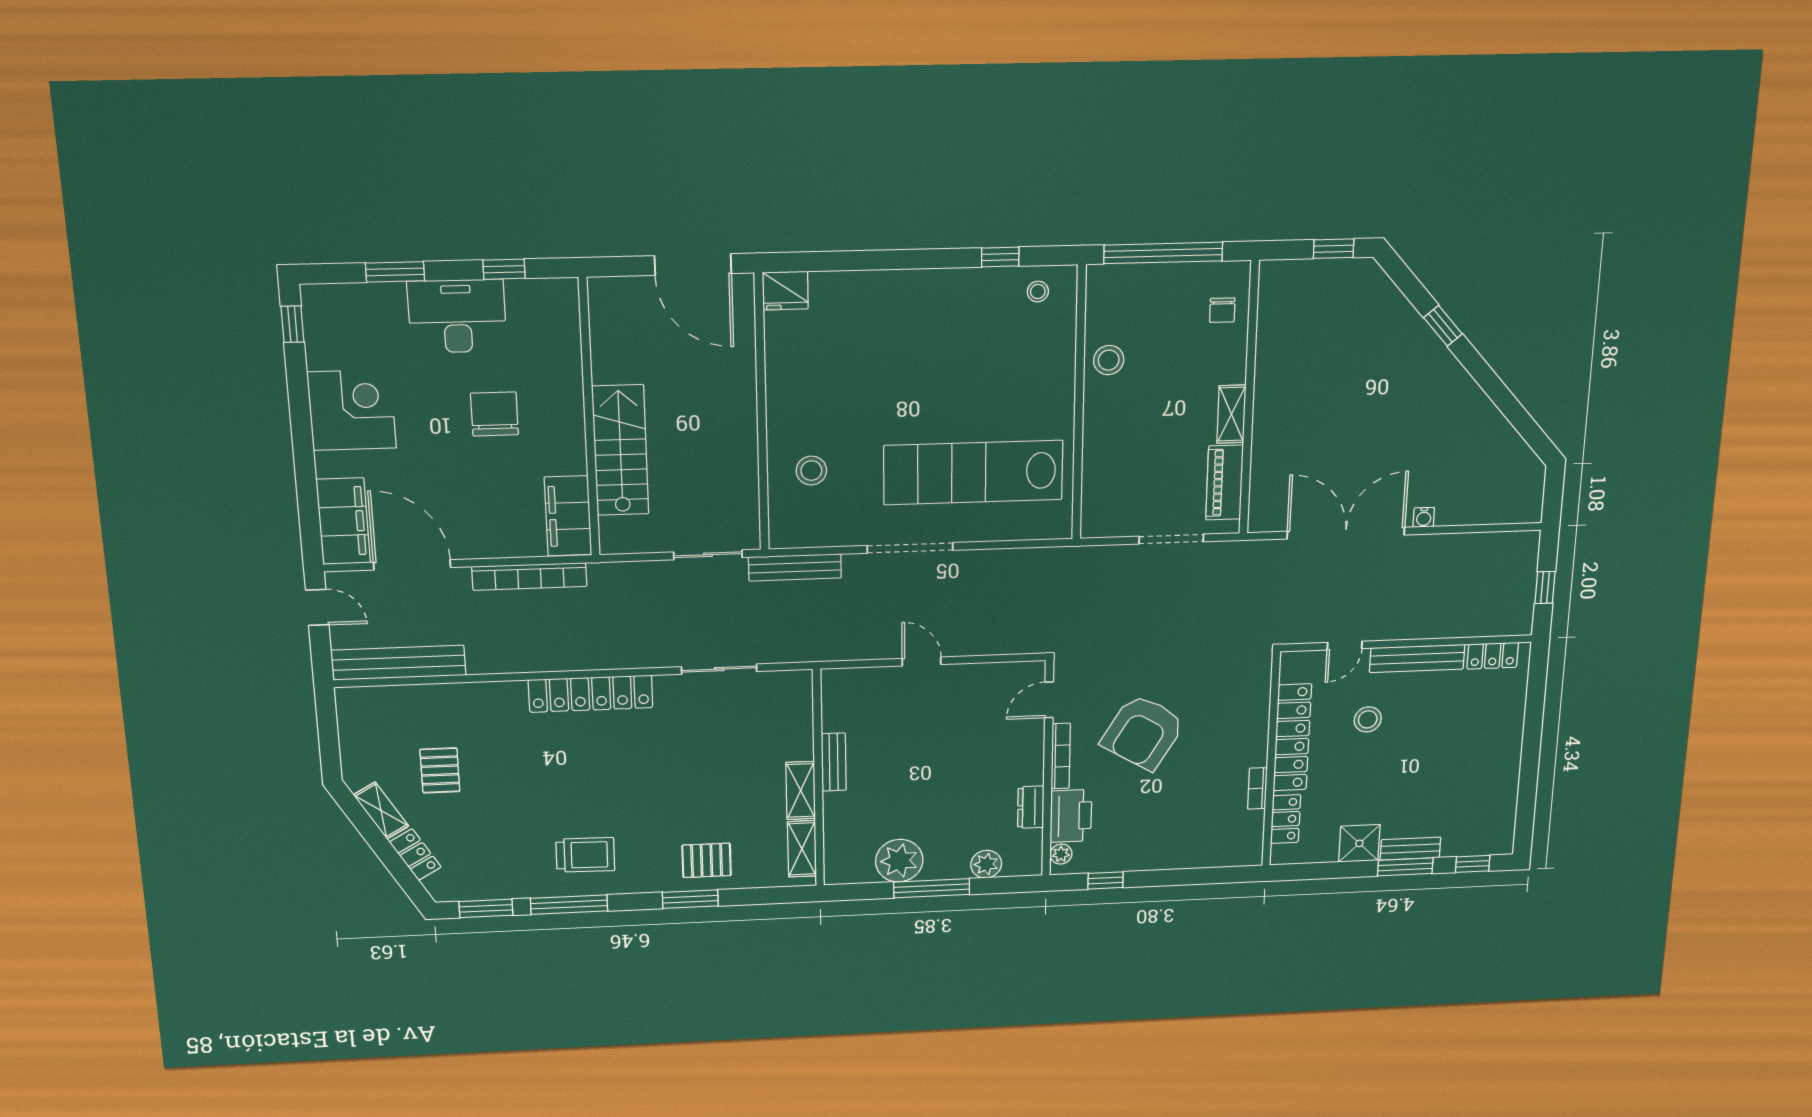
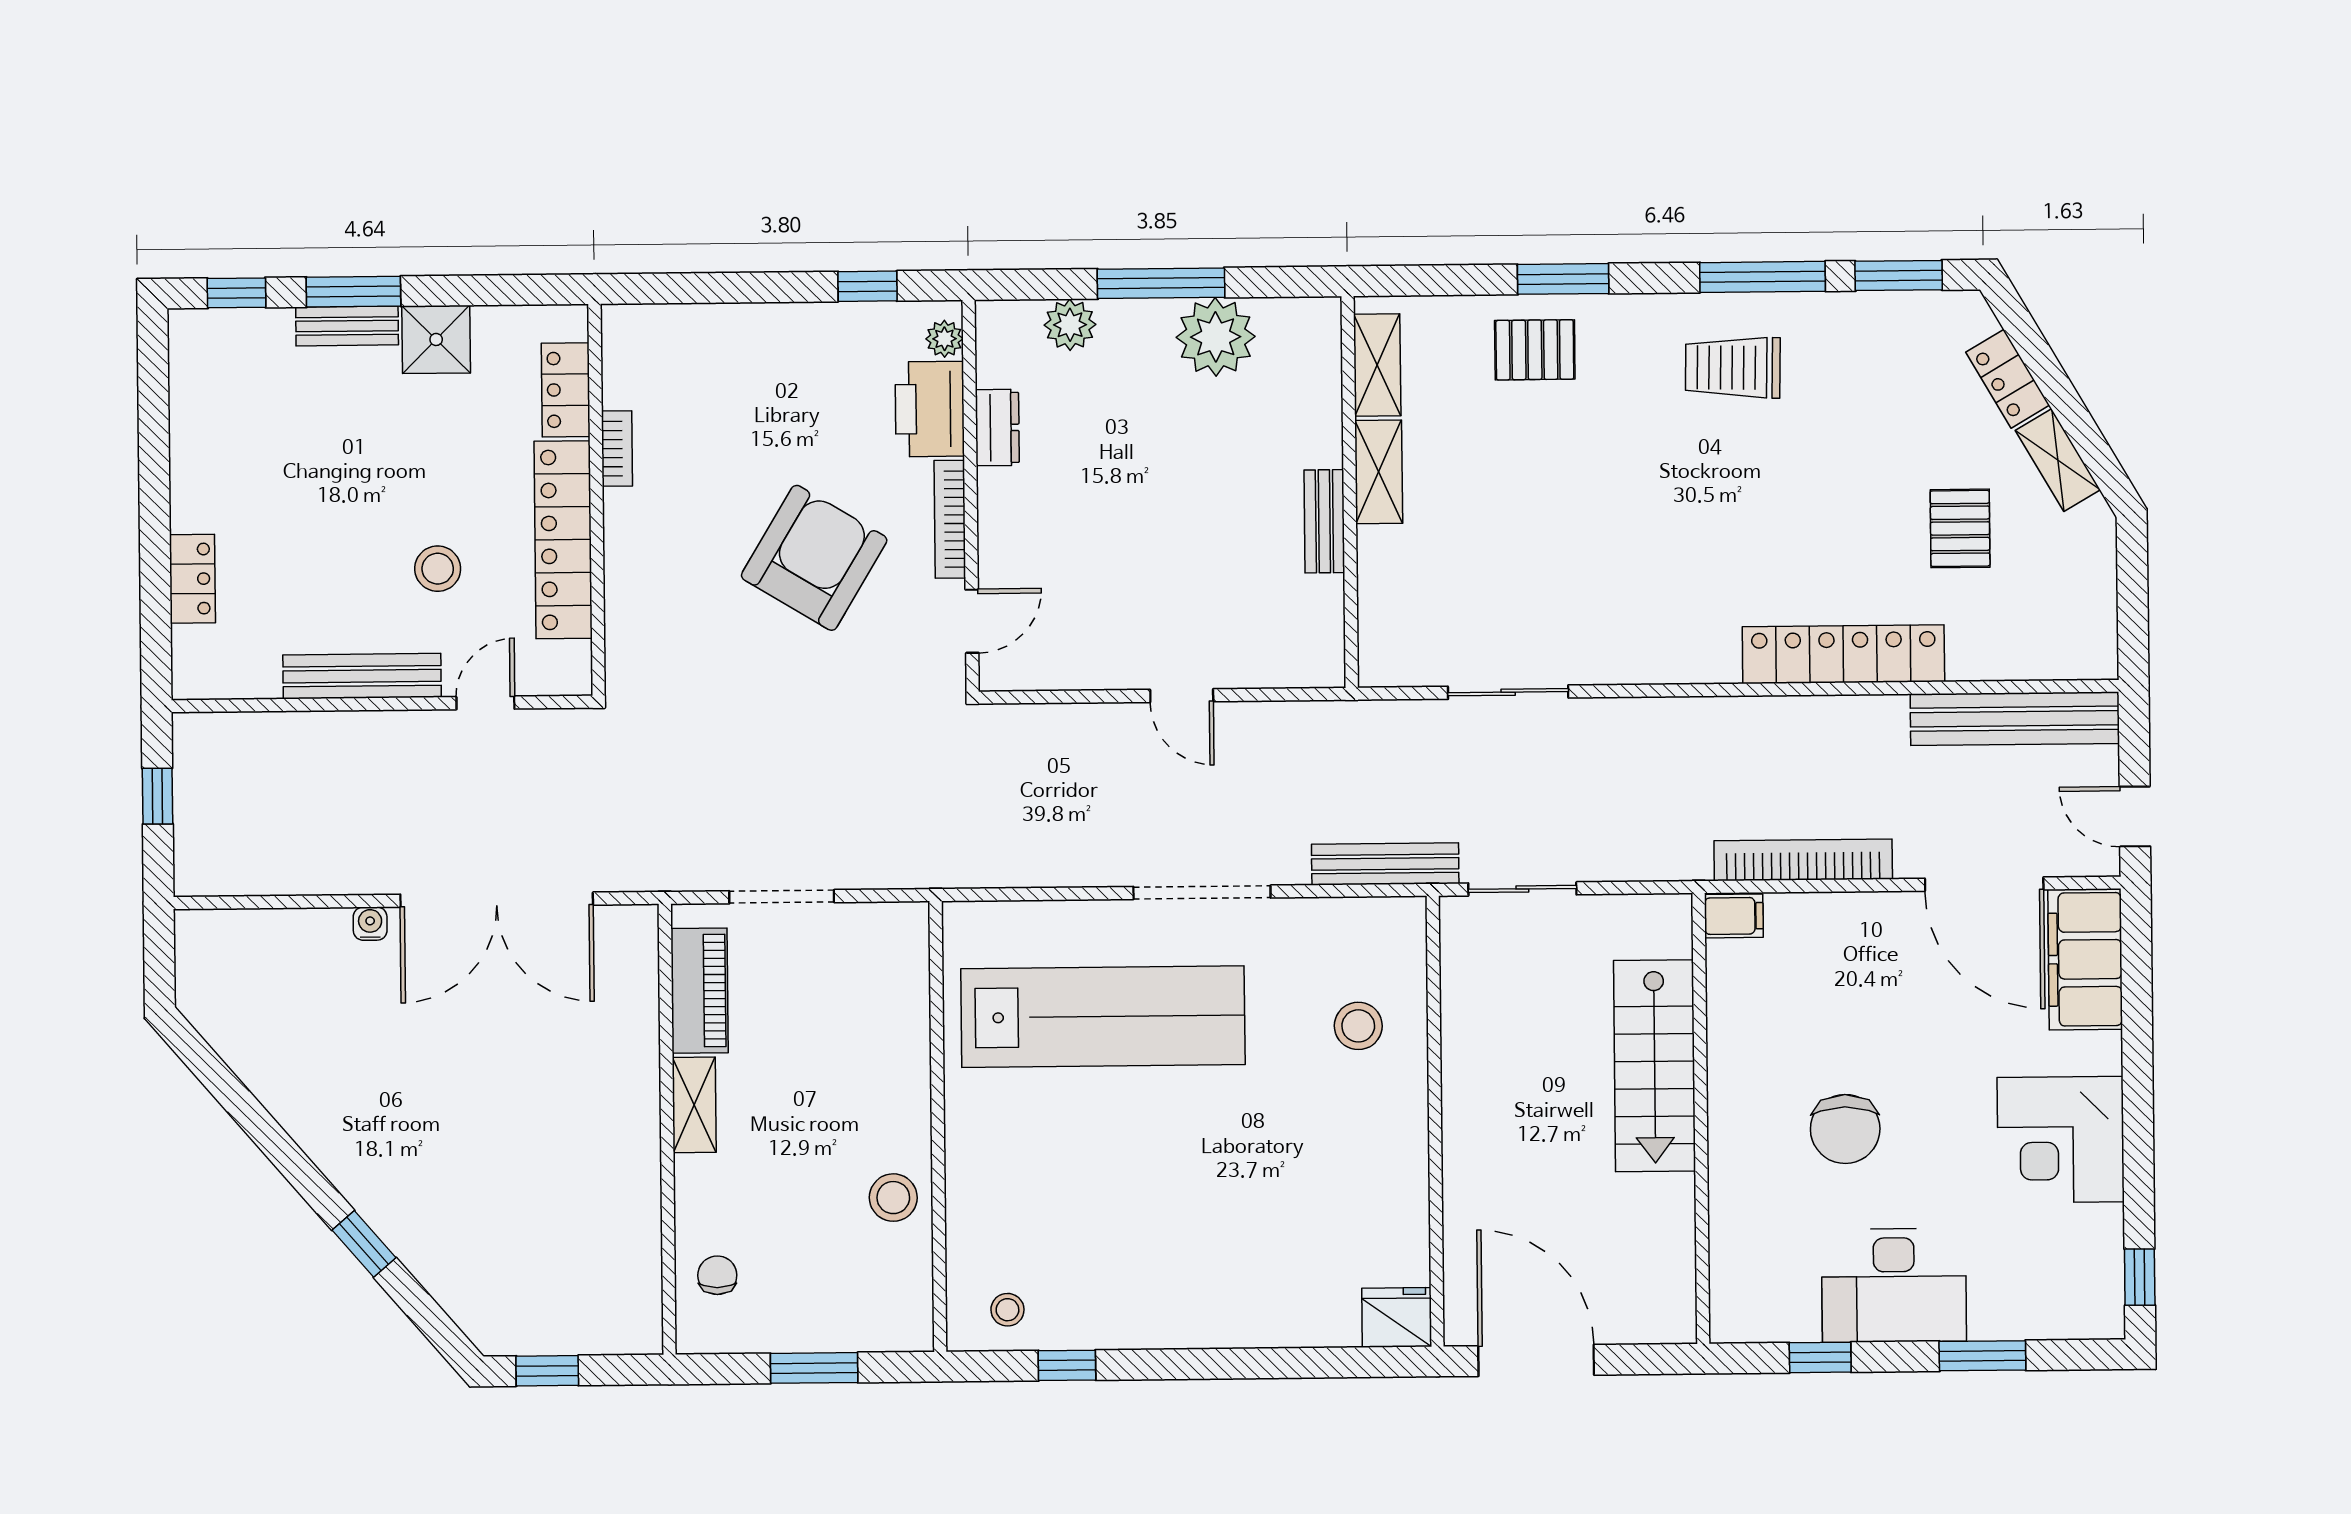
window: (1163, 253) -> (814, 1368), width x0.47
filing cabinet: (568, 516) -> (1734, 916), width x0.33, depth x0.86
locker: (1493, 656) -> (192, 579), moved, turned 90
locker: (591, 694) -> (1843, 654), moved

